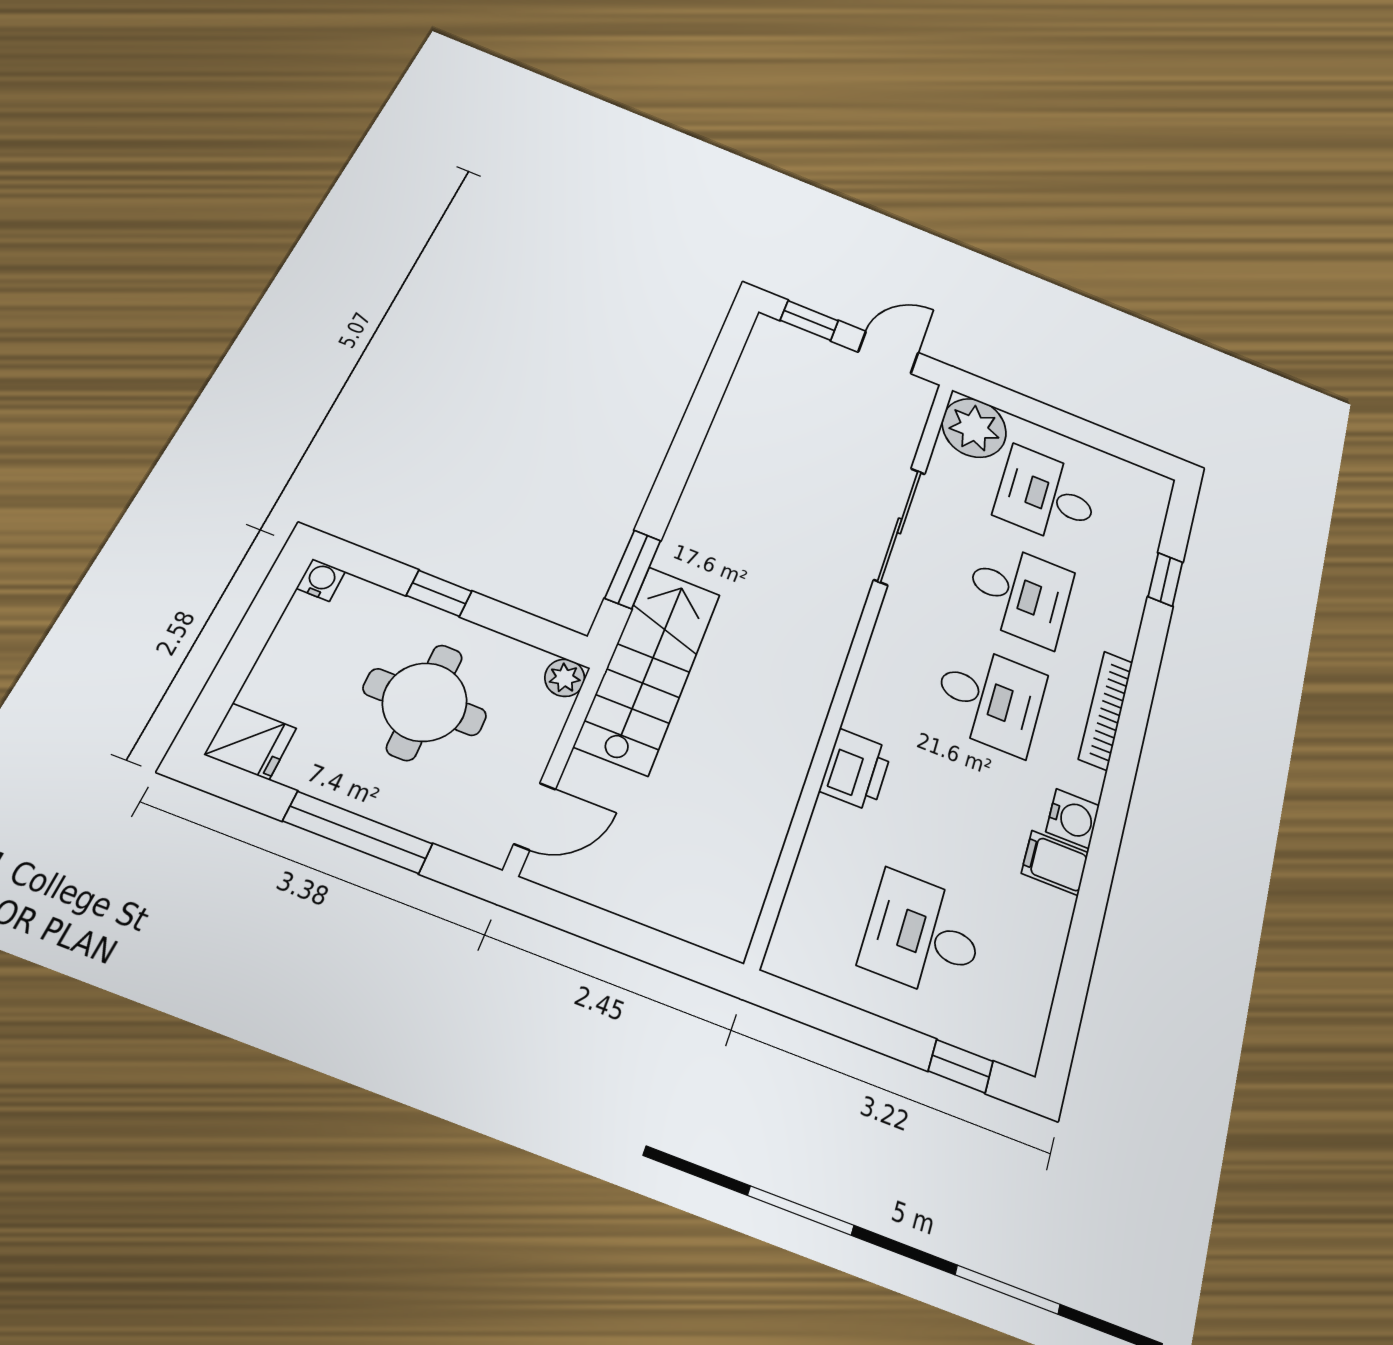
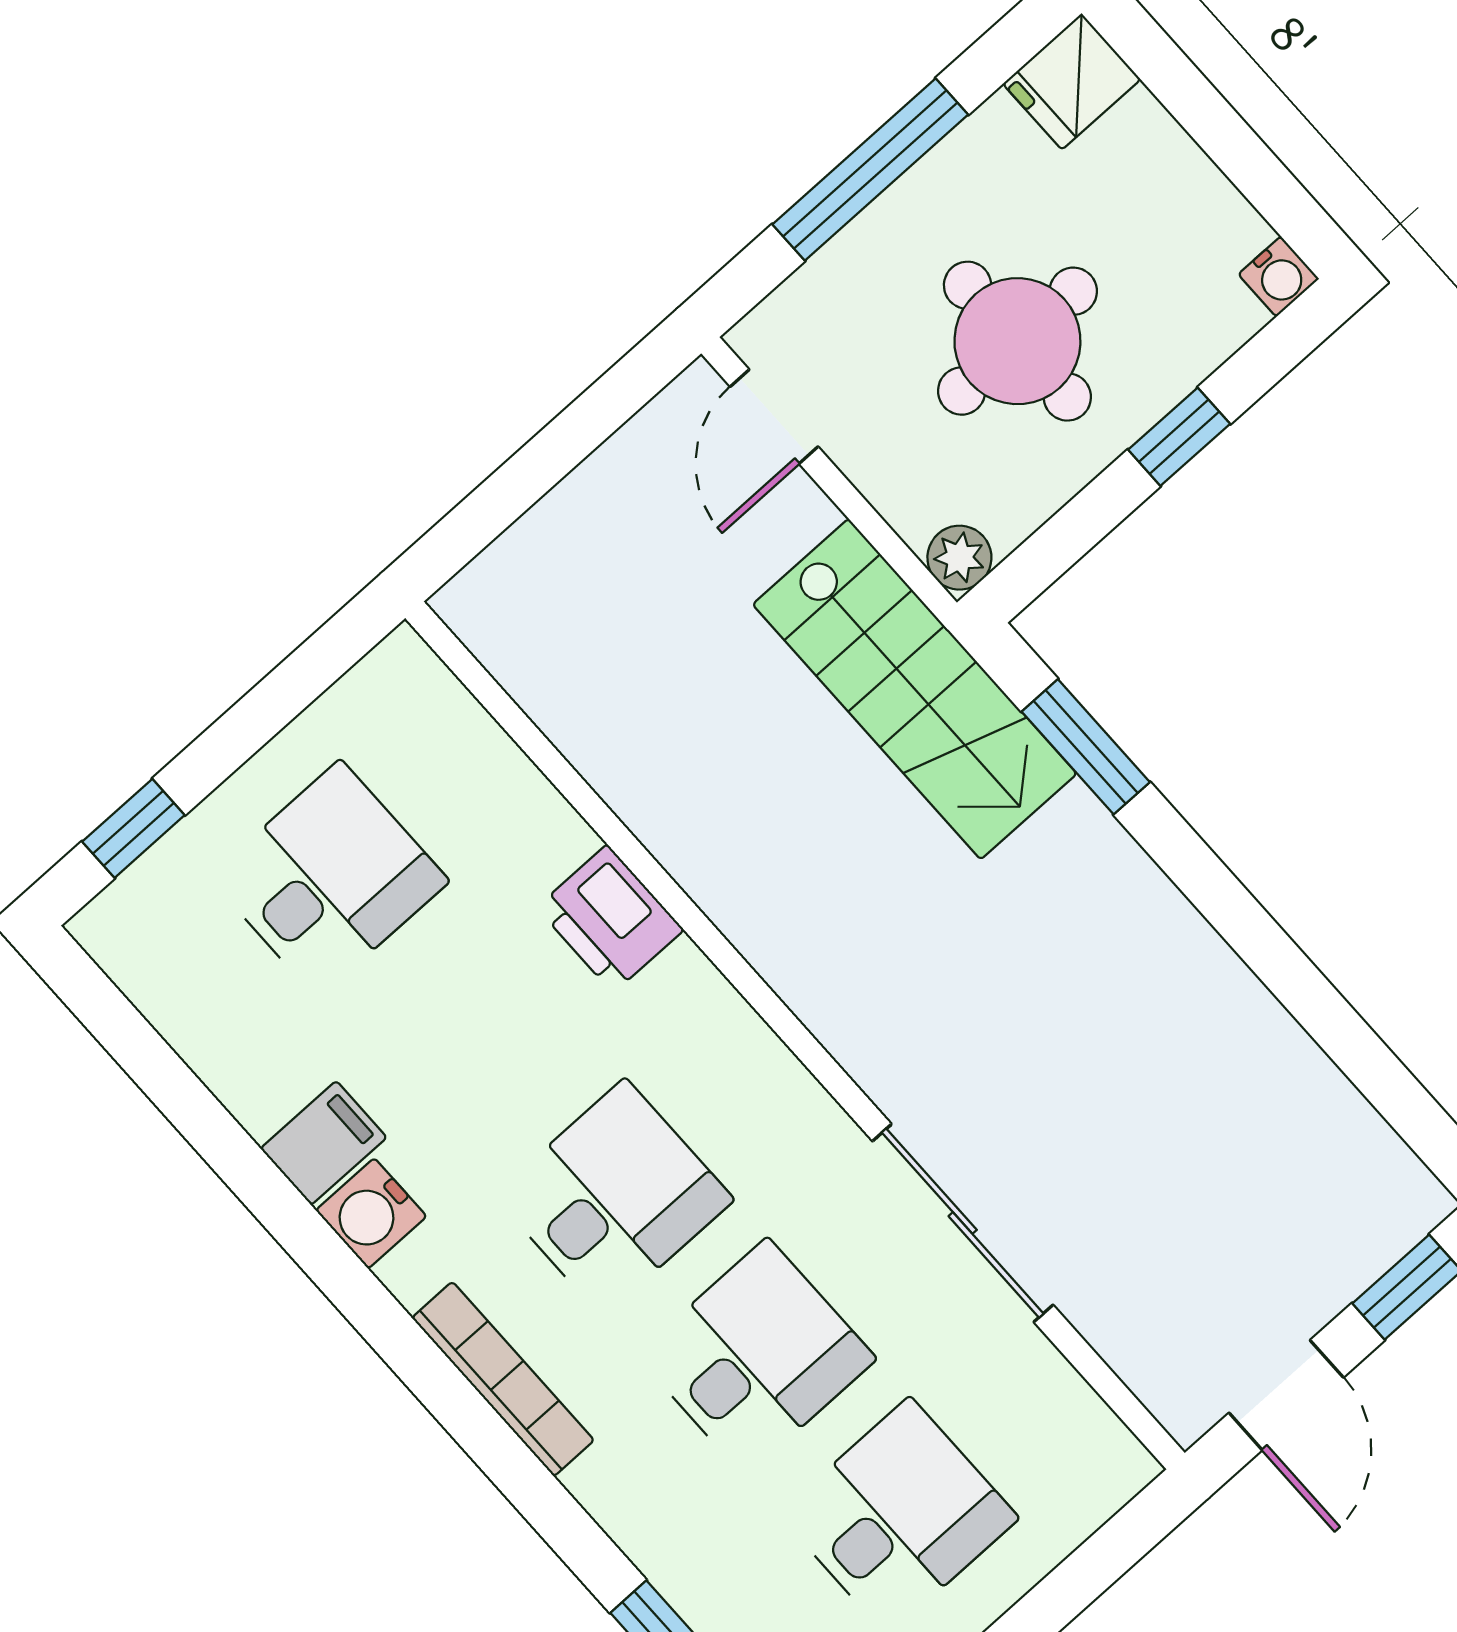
plant: (974, 428) -> (1078, 1464), removed
desk: (1019, 593) -> (756, 1357), turned 180
desk: (990, 698) -> (614, 1198), turned 180

